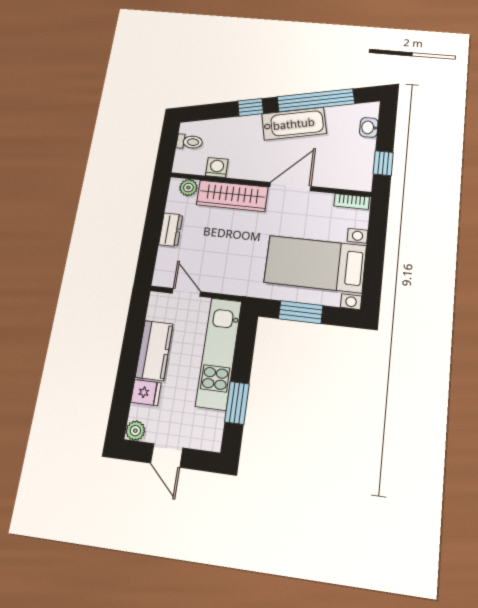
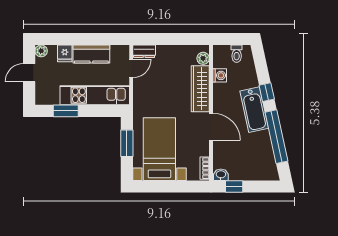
bathtub: (294, 124) -> (254, 110), moved
washbasin: (369, 127) -> (221, 175), moved
dresser: (171, 230) -> (144, 51), moved

